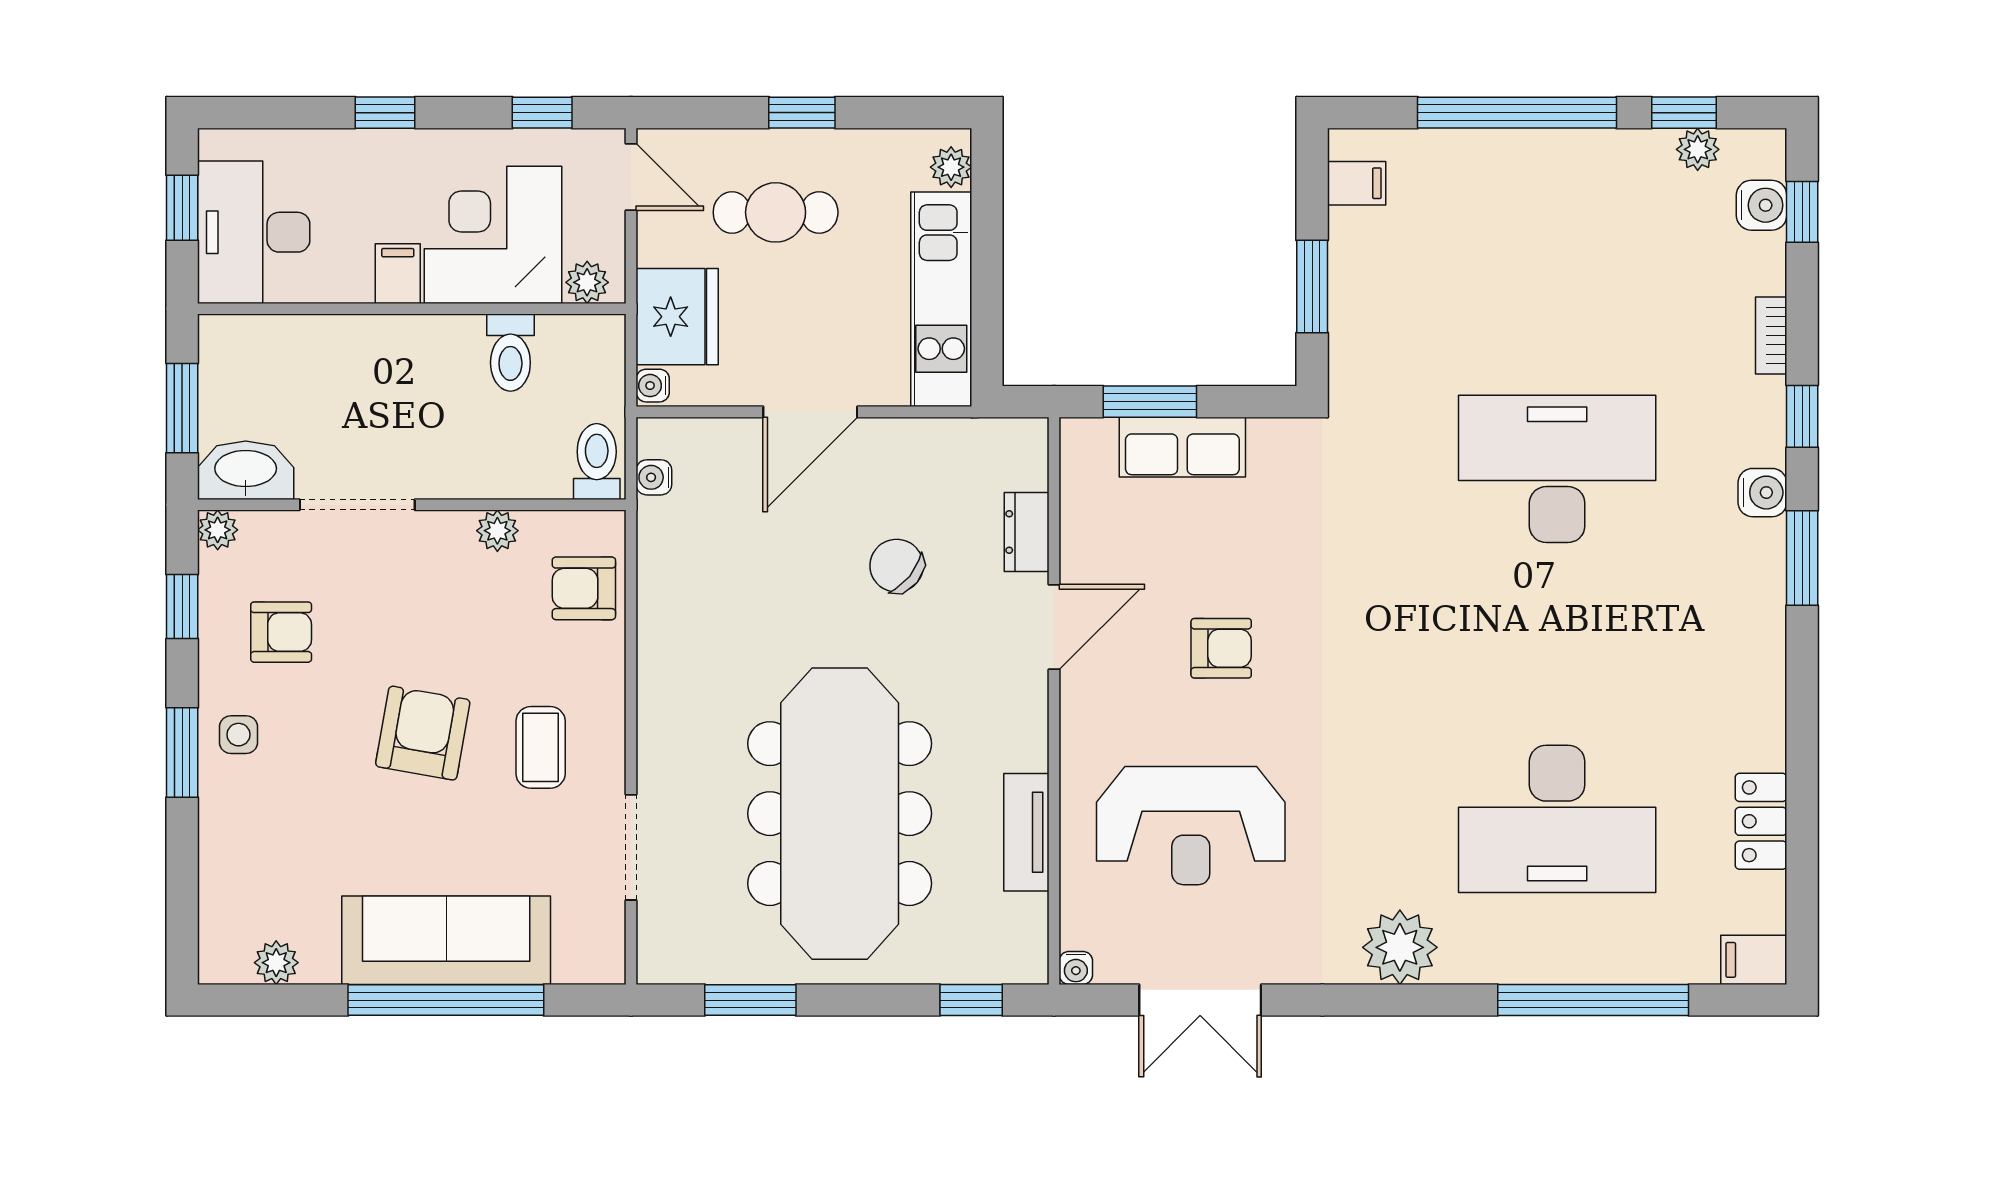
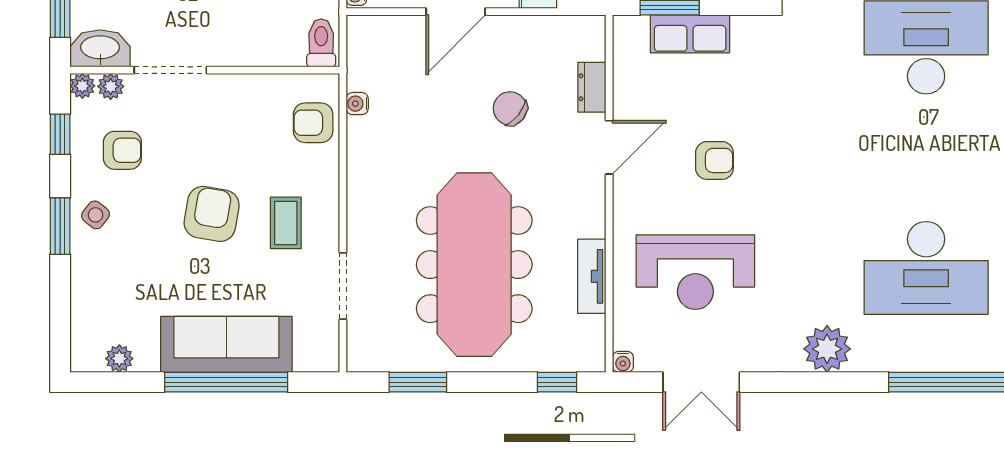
water cooler: (654, 477) -> (357, 104), moved
plant: (497, 531) -> (111, 86), moved
side table: (238, 735) -> (96, 215), turned 38

